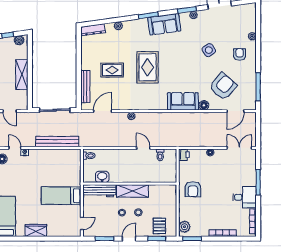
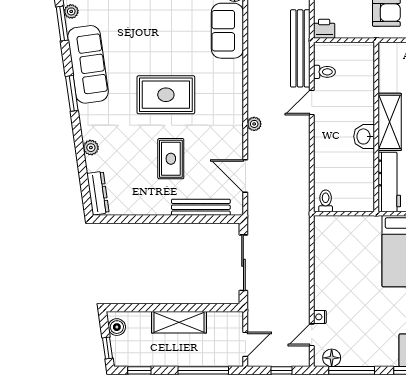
sofa: (164, 24) -> (88, 64), width x1.36
bench: (57, 142) -> (300, 48), moved
washbasin: (102, 177) -> (364, 136), moved

